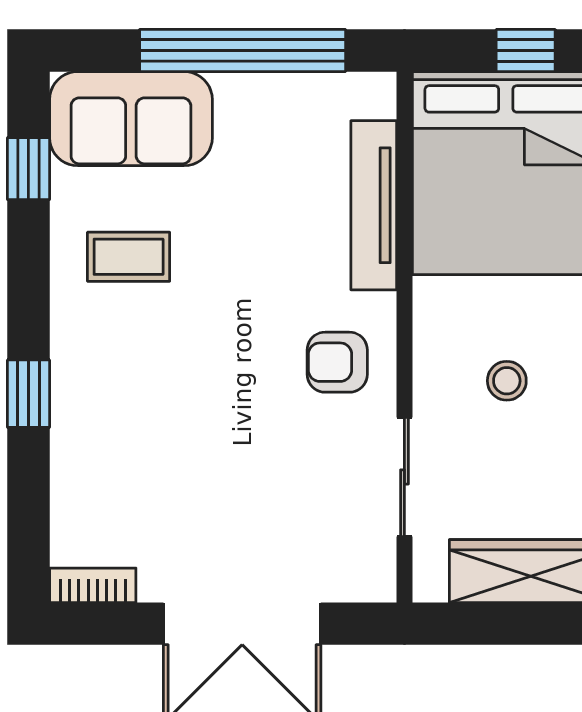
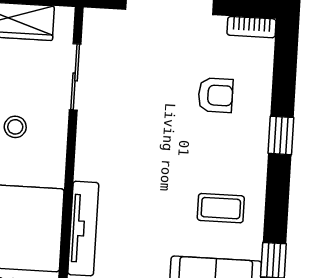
armchair: (337, 362) -> (215, 95), moved

